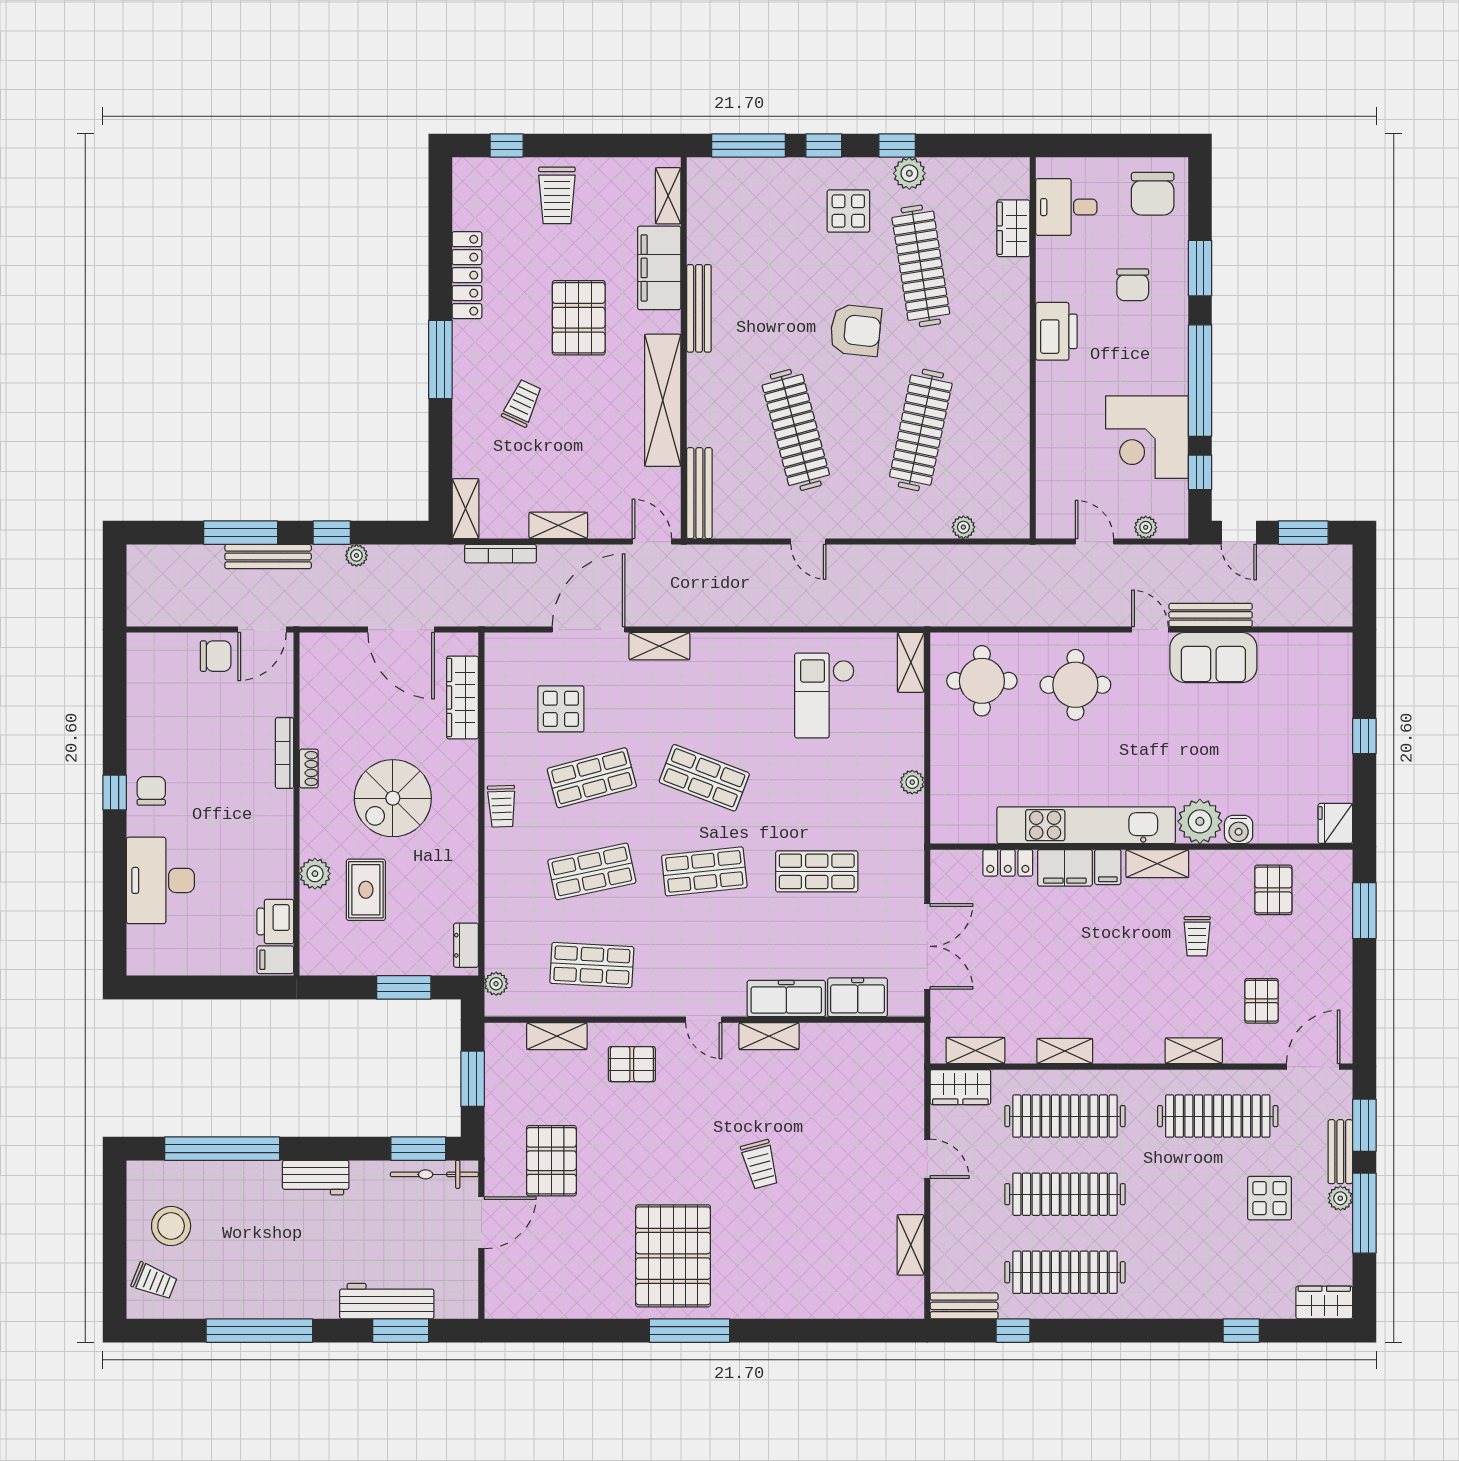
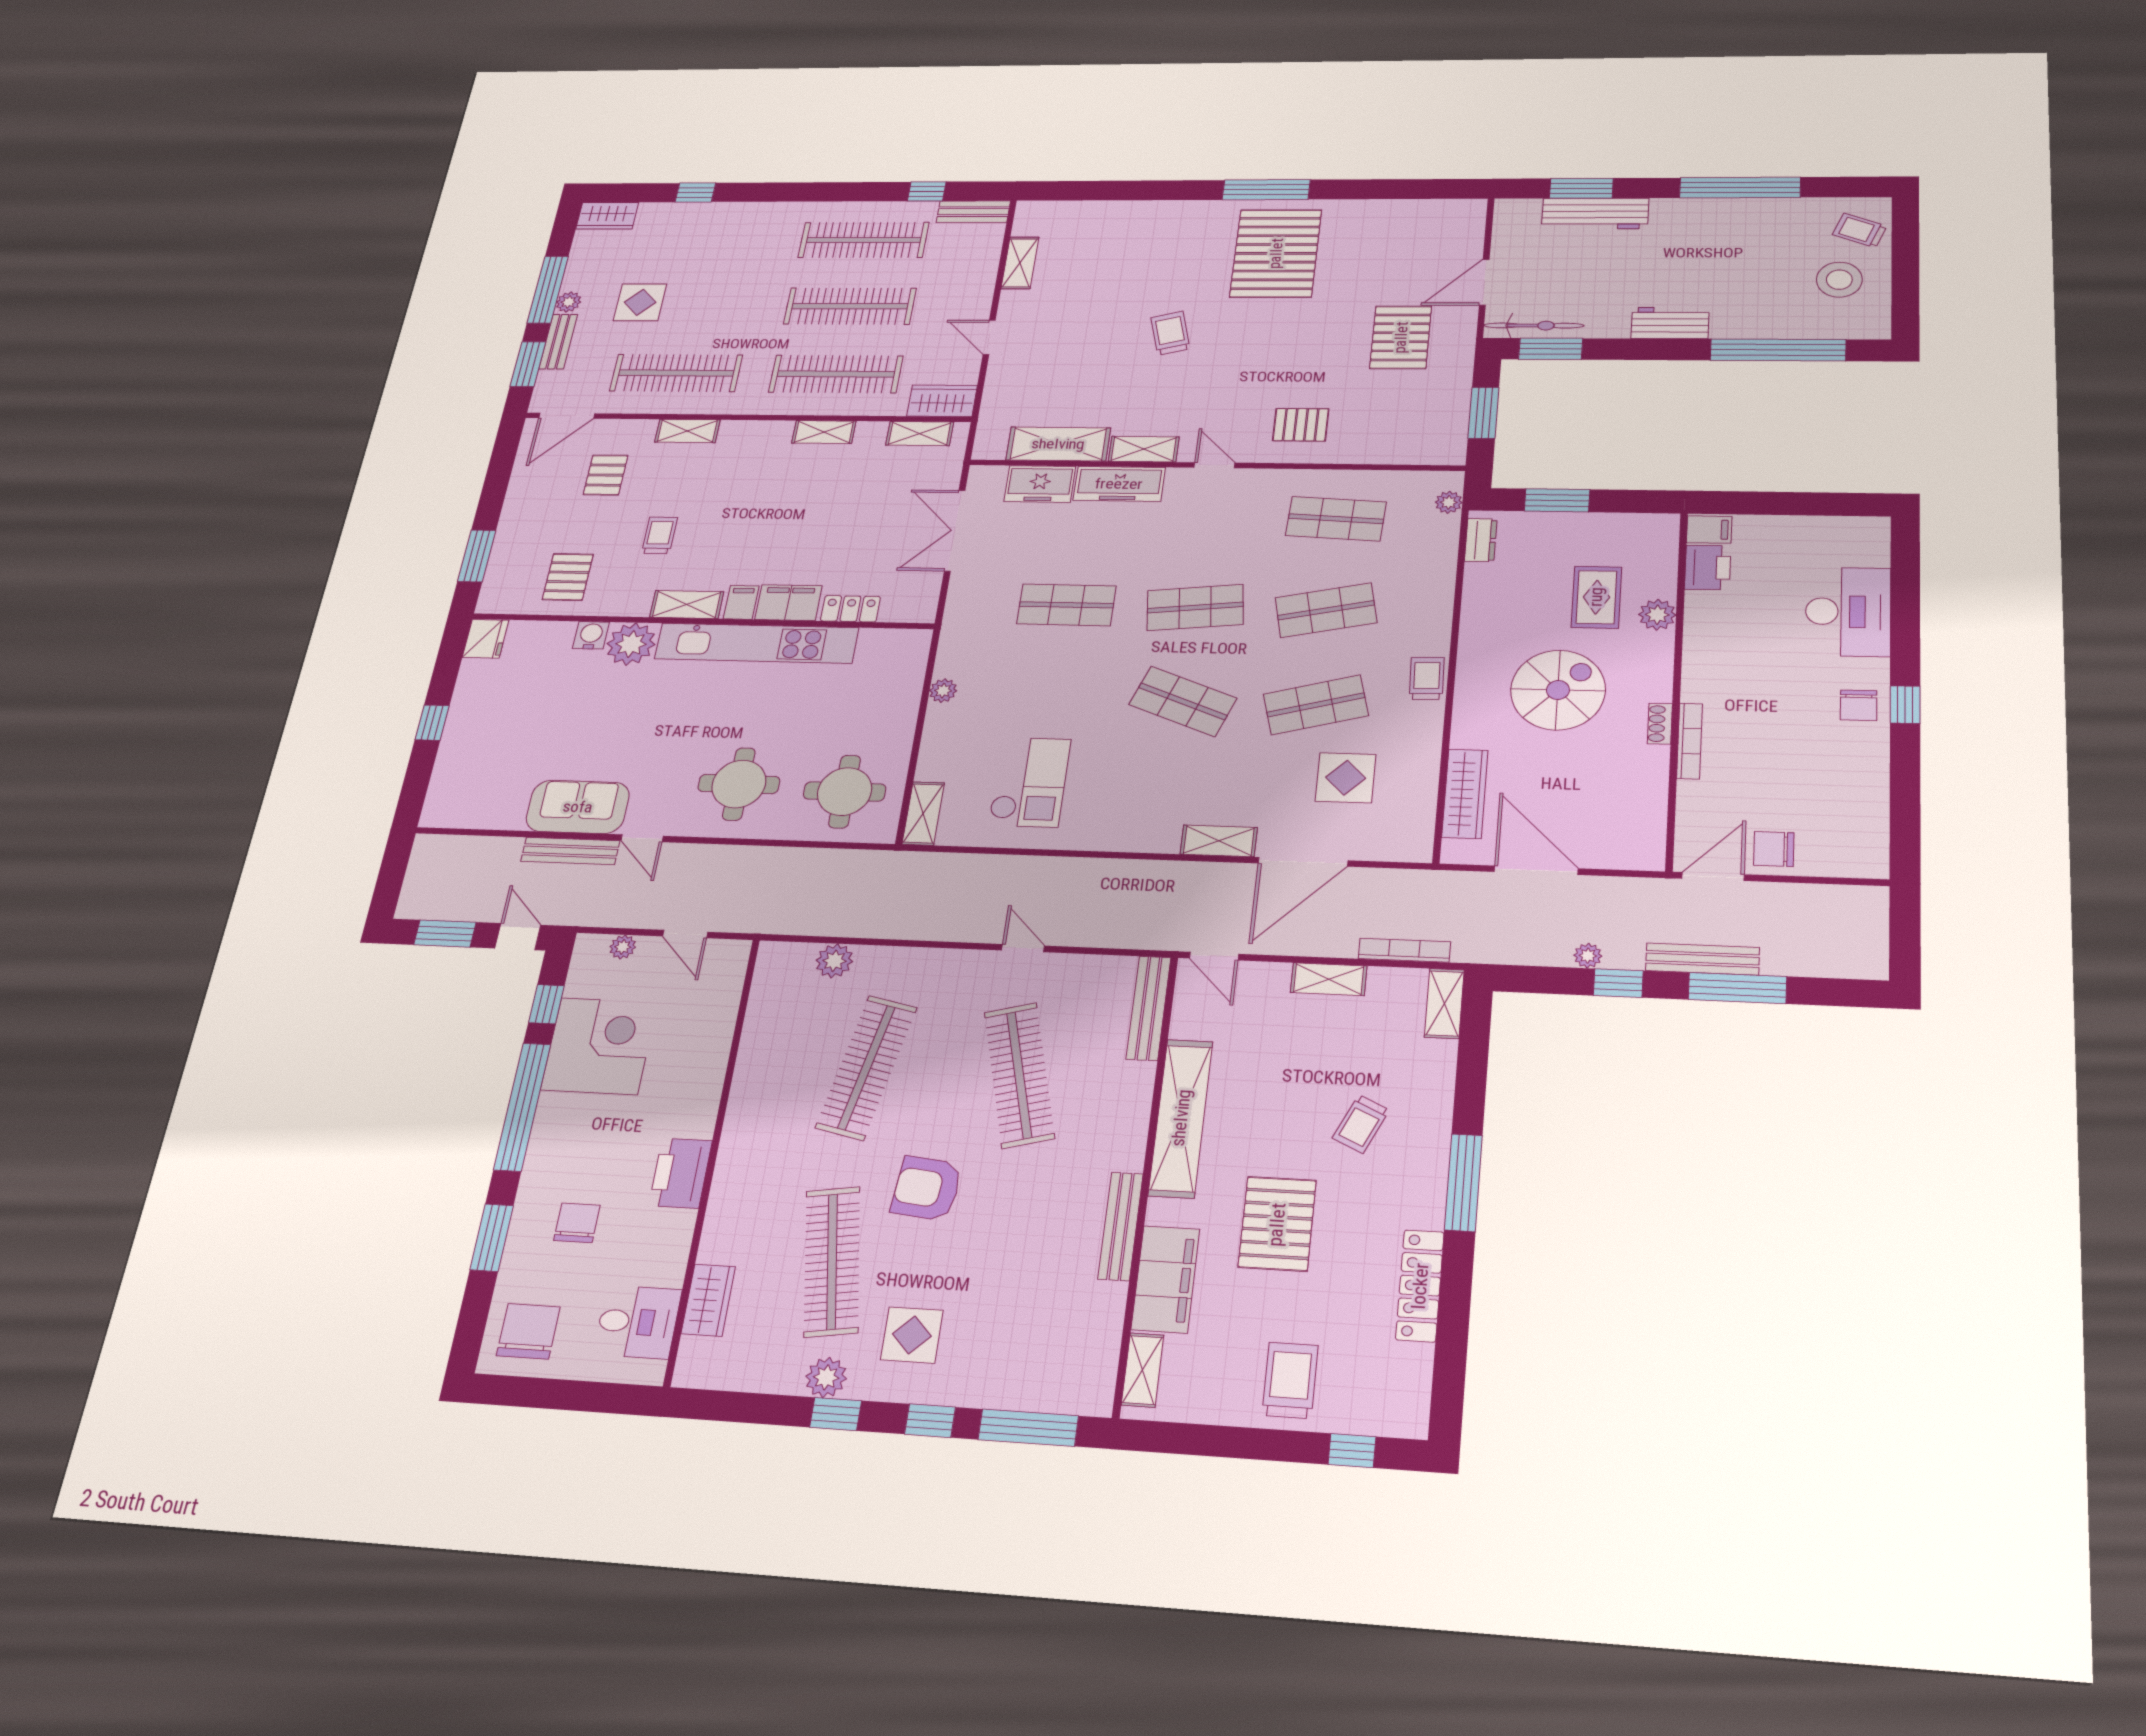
plant: (963, 527) -> (834, 961), width x1.38, depth x1.38
shelving: (557, 1036) -> (1058, 444), moved, width x1.50, depth x1.33

